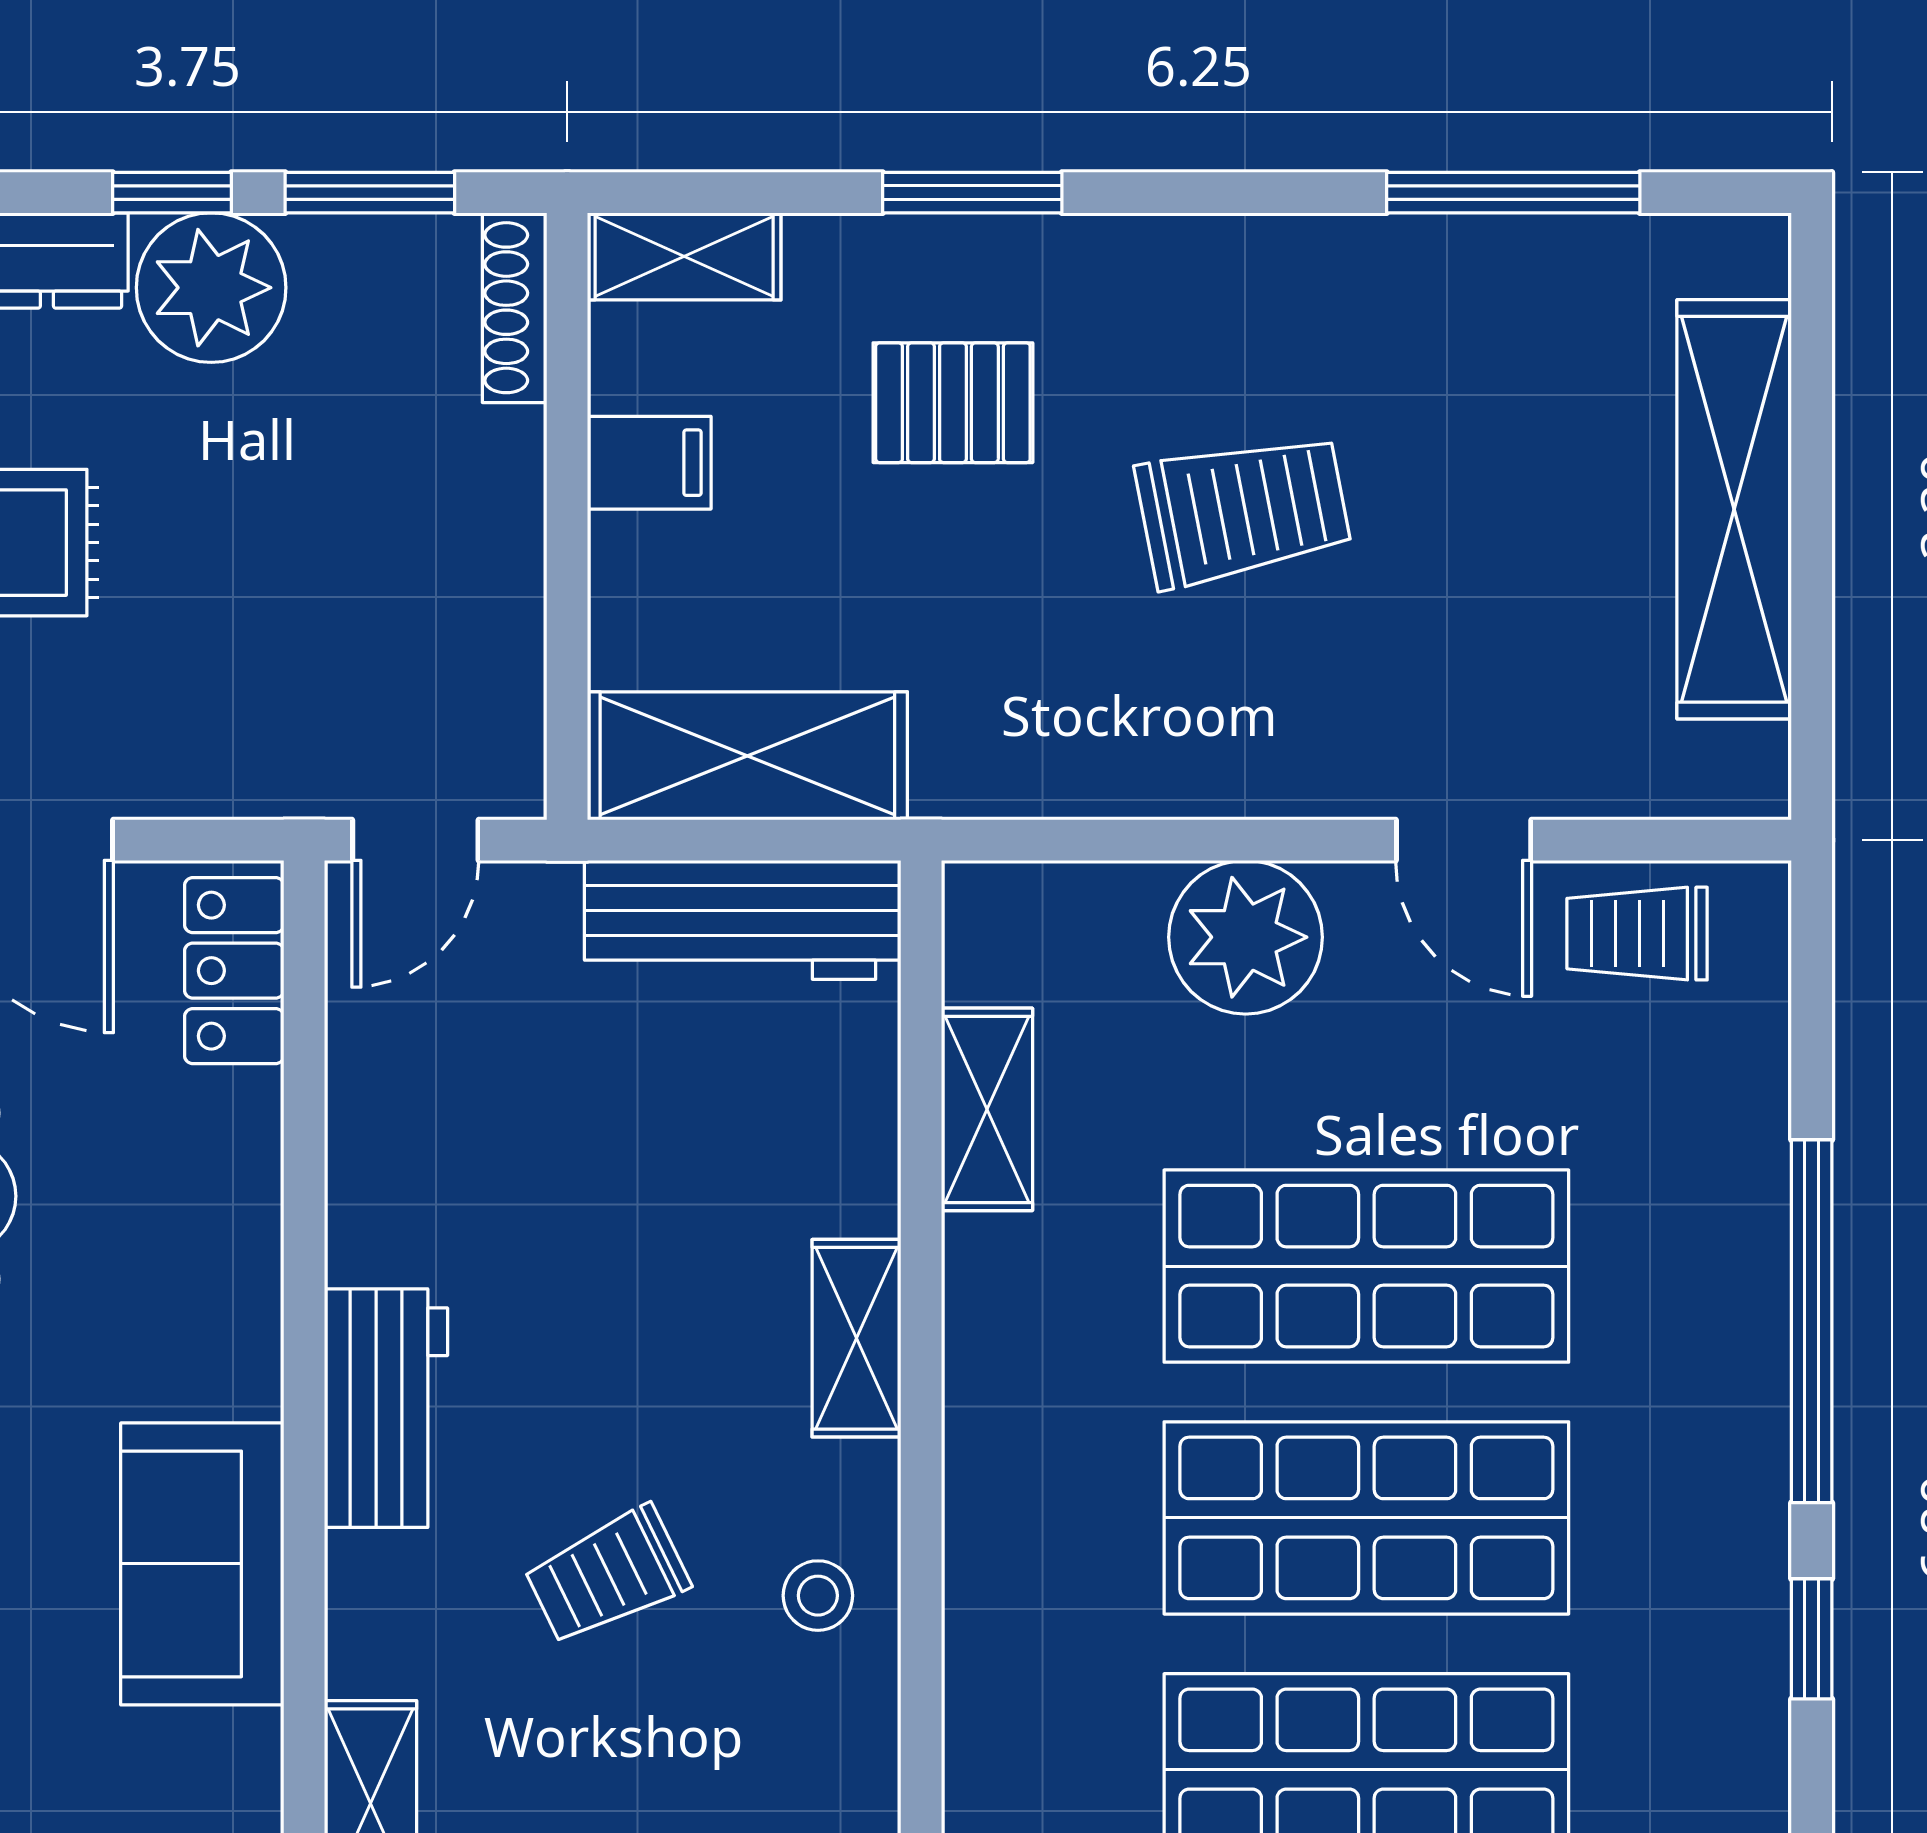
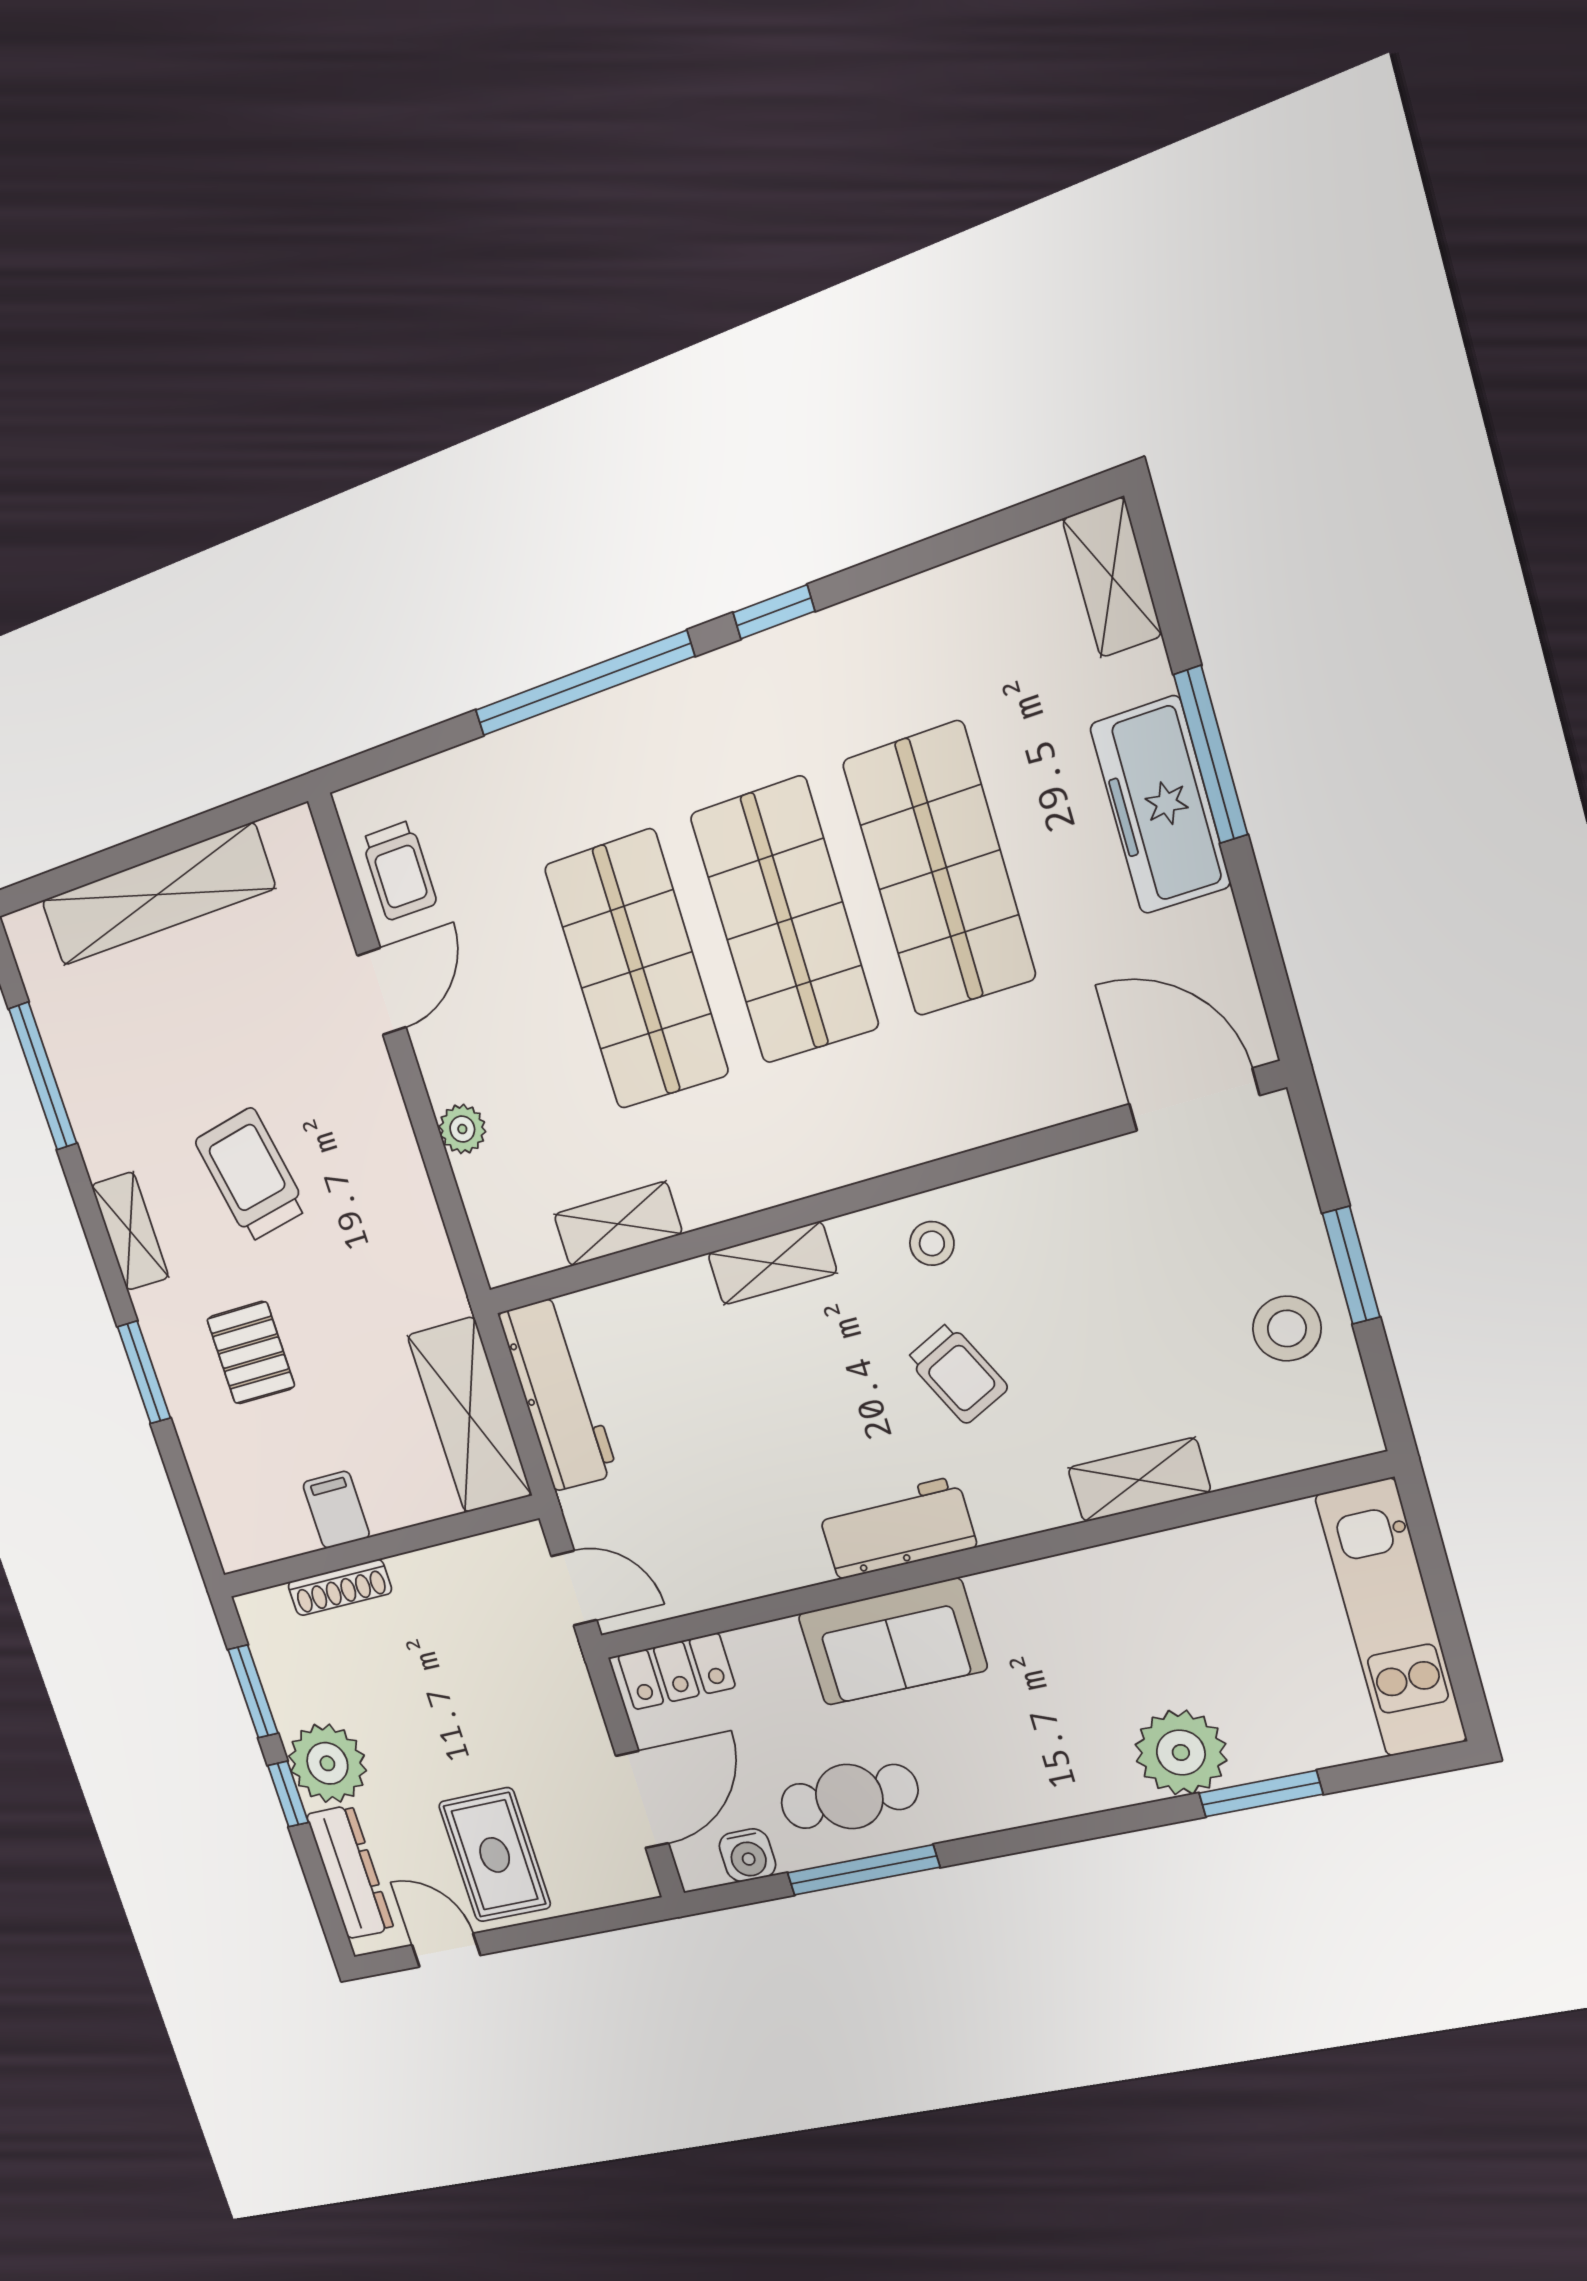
shelving: (684, 256) -> (130, 1231), moved
shoe rack: (515, 308) -> (340, 1588), moved
plant: (1246, 937) -> (462, 1129), width x0.53, depth x0.53
sofa: (202, 1564) -> (892, 1642), moved

